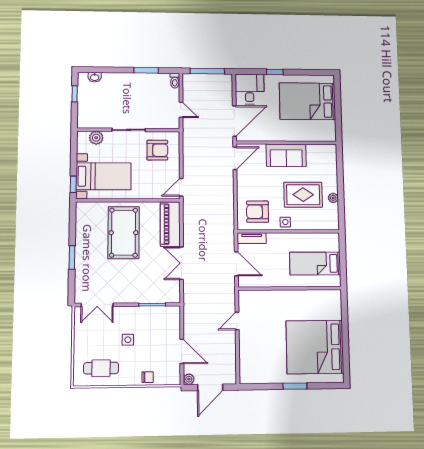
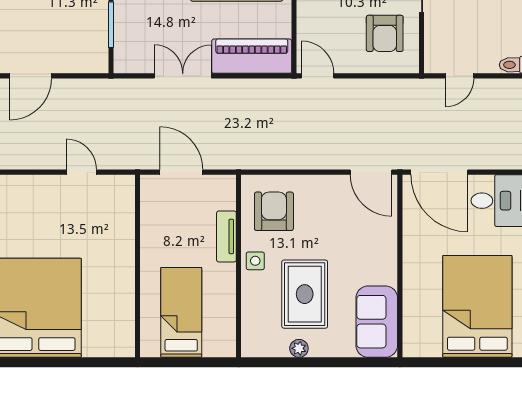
sofa: (286, 155) -> (377, 322), moved
tv unit: (252, 238) -> (226, 236), moved
door: (236, 264) -> (181, 172), swing flipped

